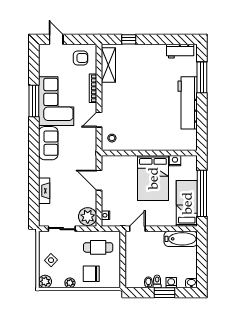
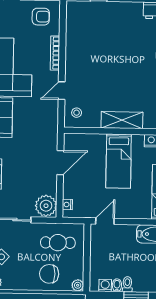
shelving: (108, 65) -> (122, 120), moved, turned 90
bed: (153, 178) -> (119, 161), width x0.67
door: (99, 180) -> (60, 163), swing flipped
plant: (70, 283) -> (78, 285), moved
washing machine: (171, 283) -> (105, 286), moved

